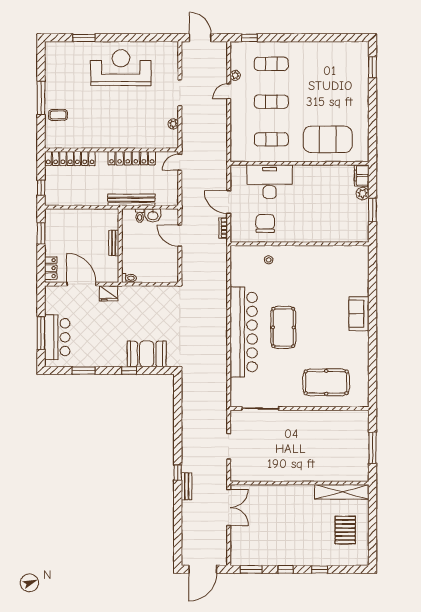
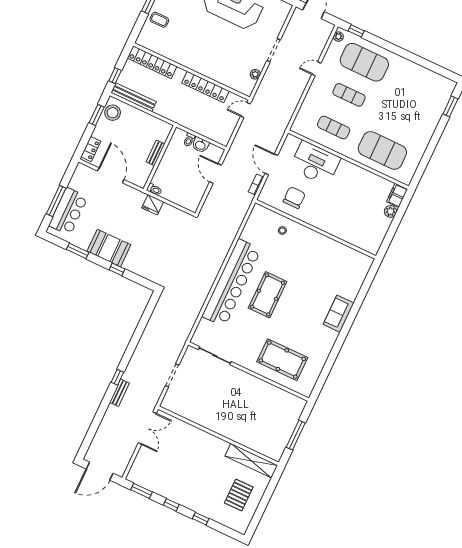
exercise mat: (271, 64) -> (364, 62), width x2.00, depth x1.45
plant: (235, 75) -> (338, 37), moved
bench: (131, 200) -> (134, 97), moved
window: (372, 210) -> (392, 230), removed
stool: (55, 224) -> (113, 113), added
fridge: (109, 293) -> (153, 205), moved
booth: (147, 354) -> (109, 248), moved

